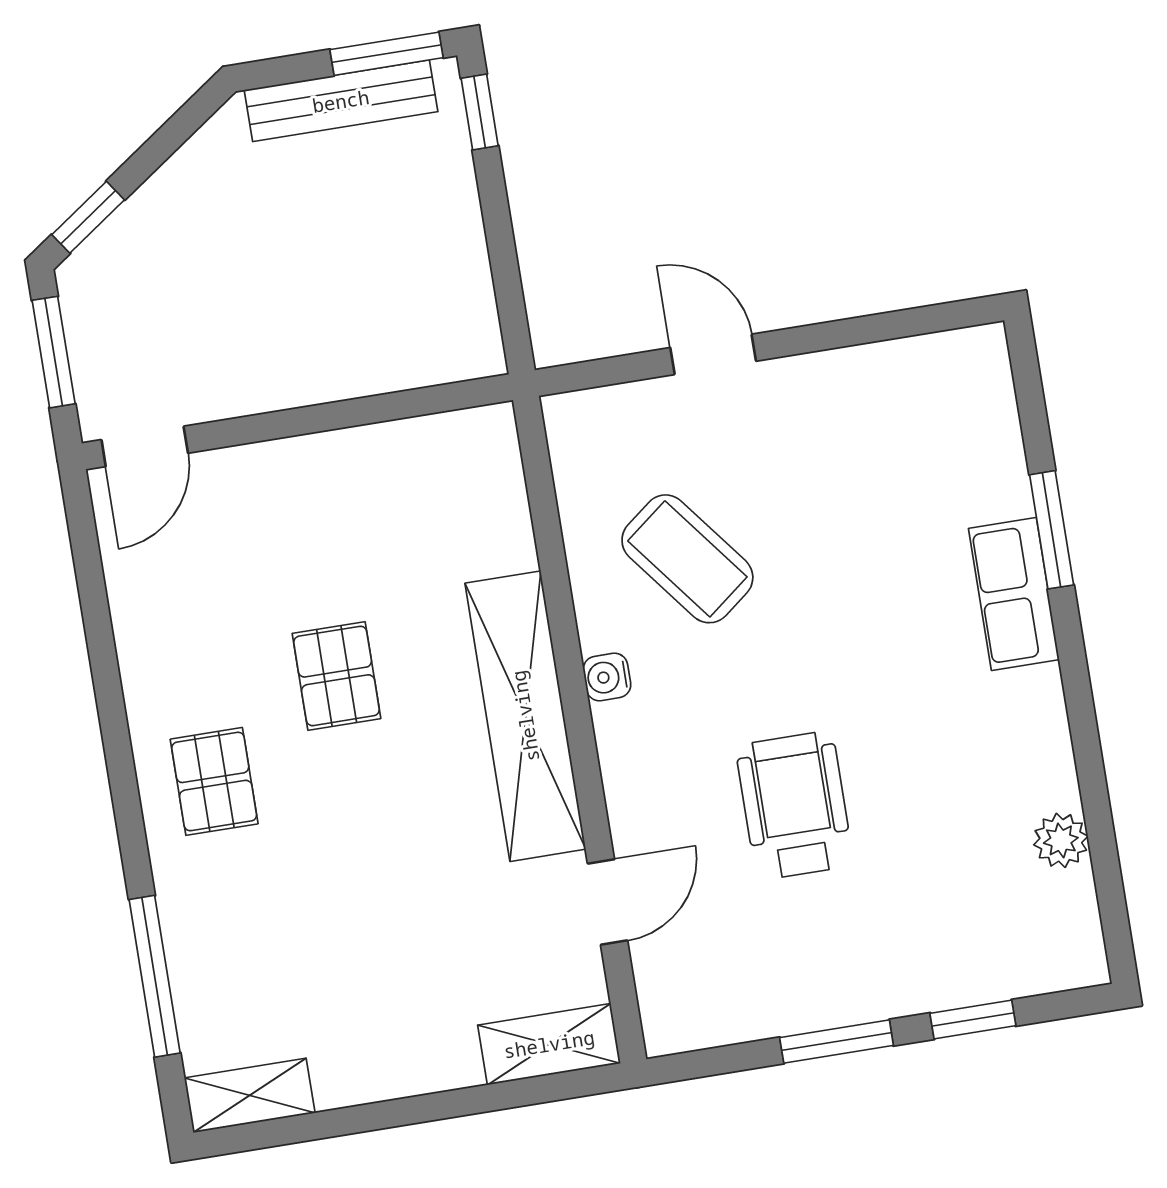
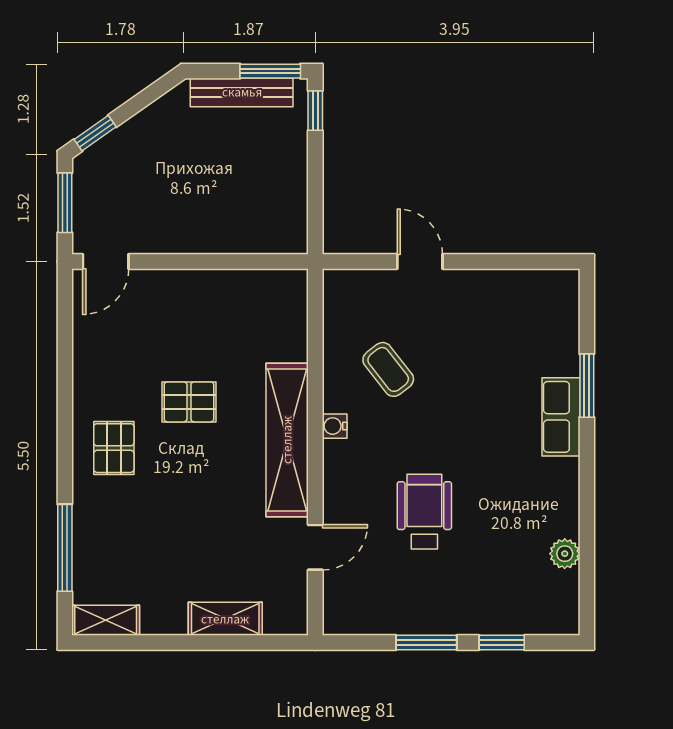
coffee table: (687, 559) -> (388, 369), width x0.73, depth x0.77
pallet: (337, 676) -> (189, 402), turned 90
shelving: (549, 1044) -> (225, 619), moved

